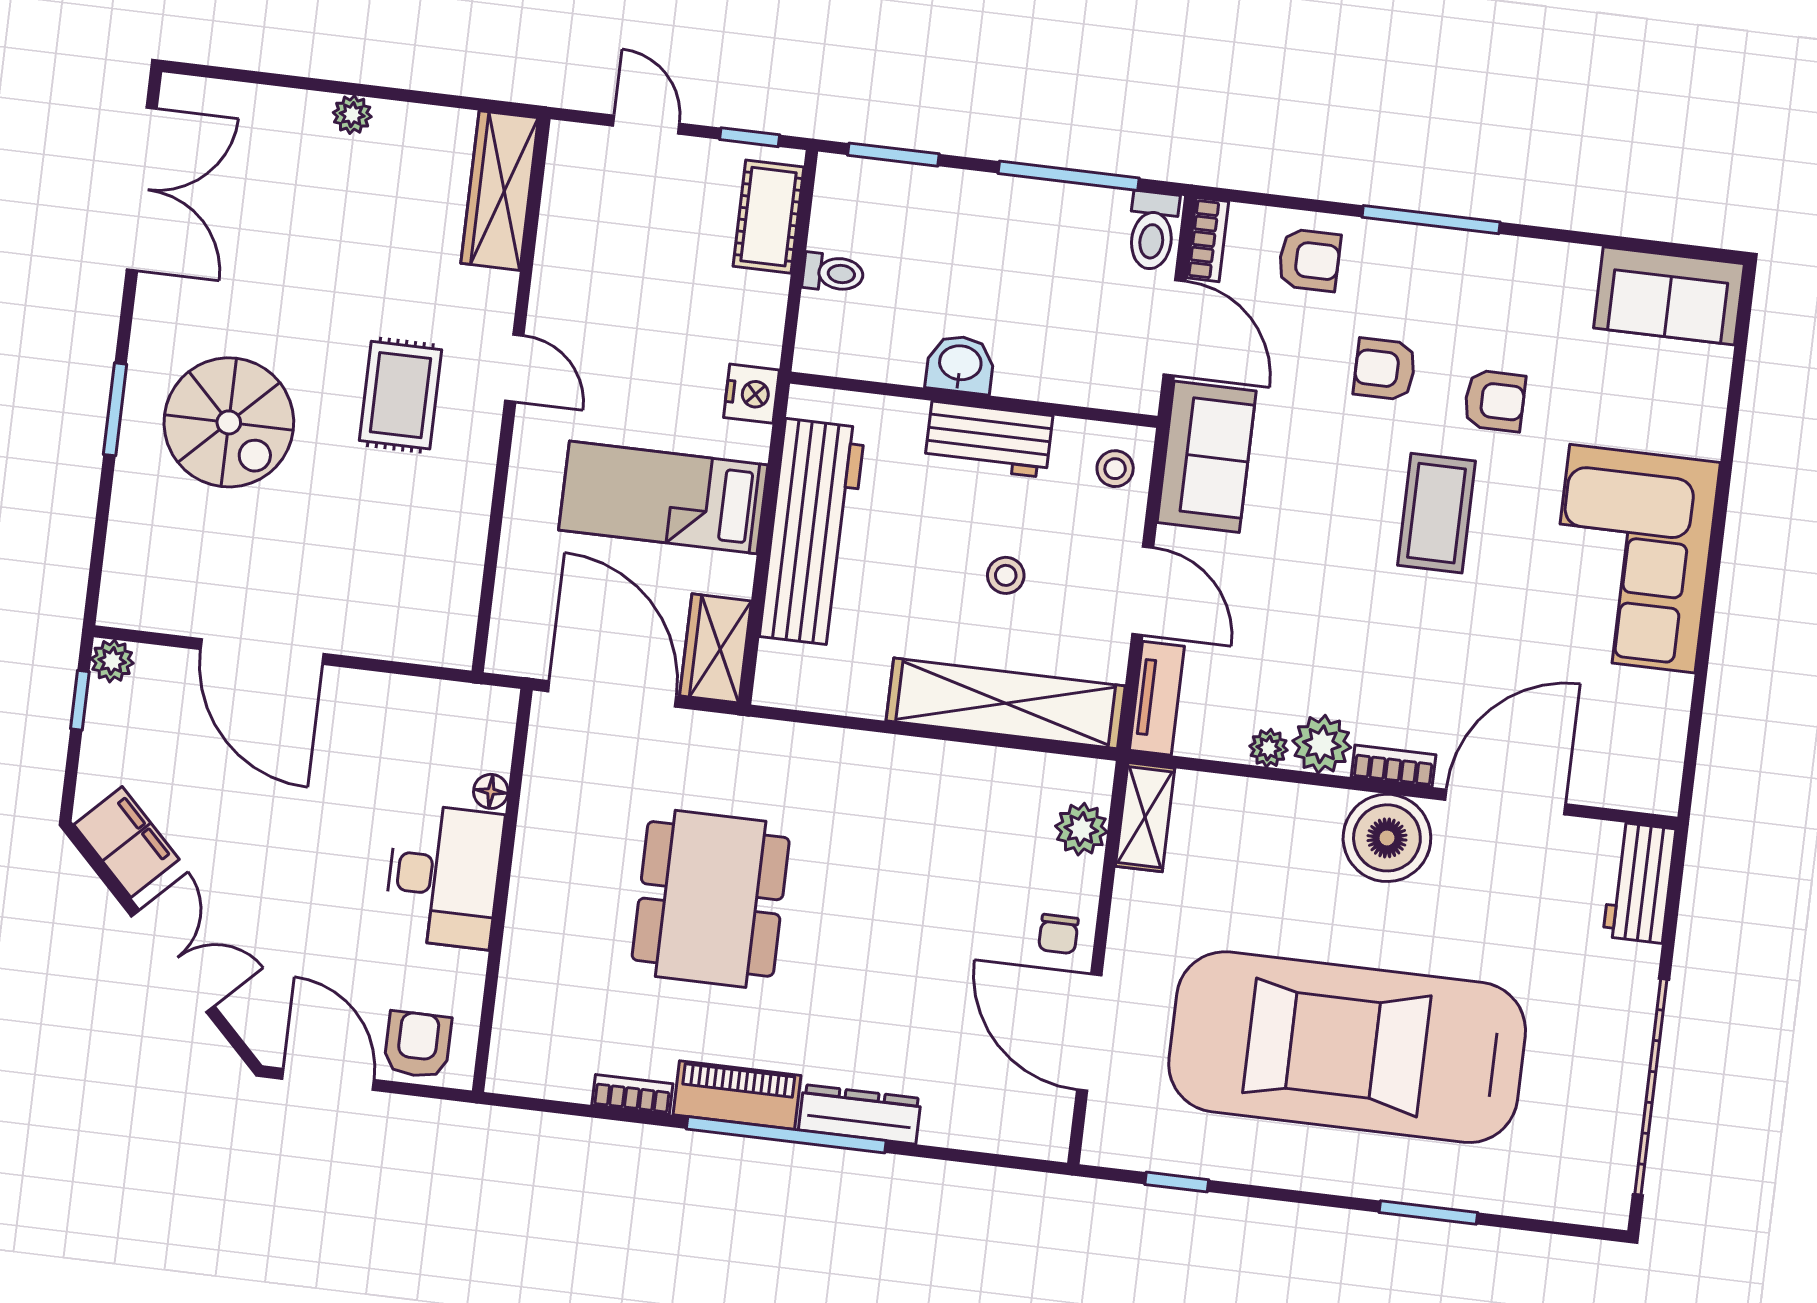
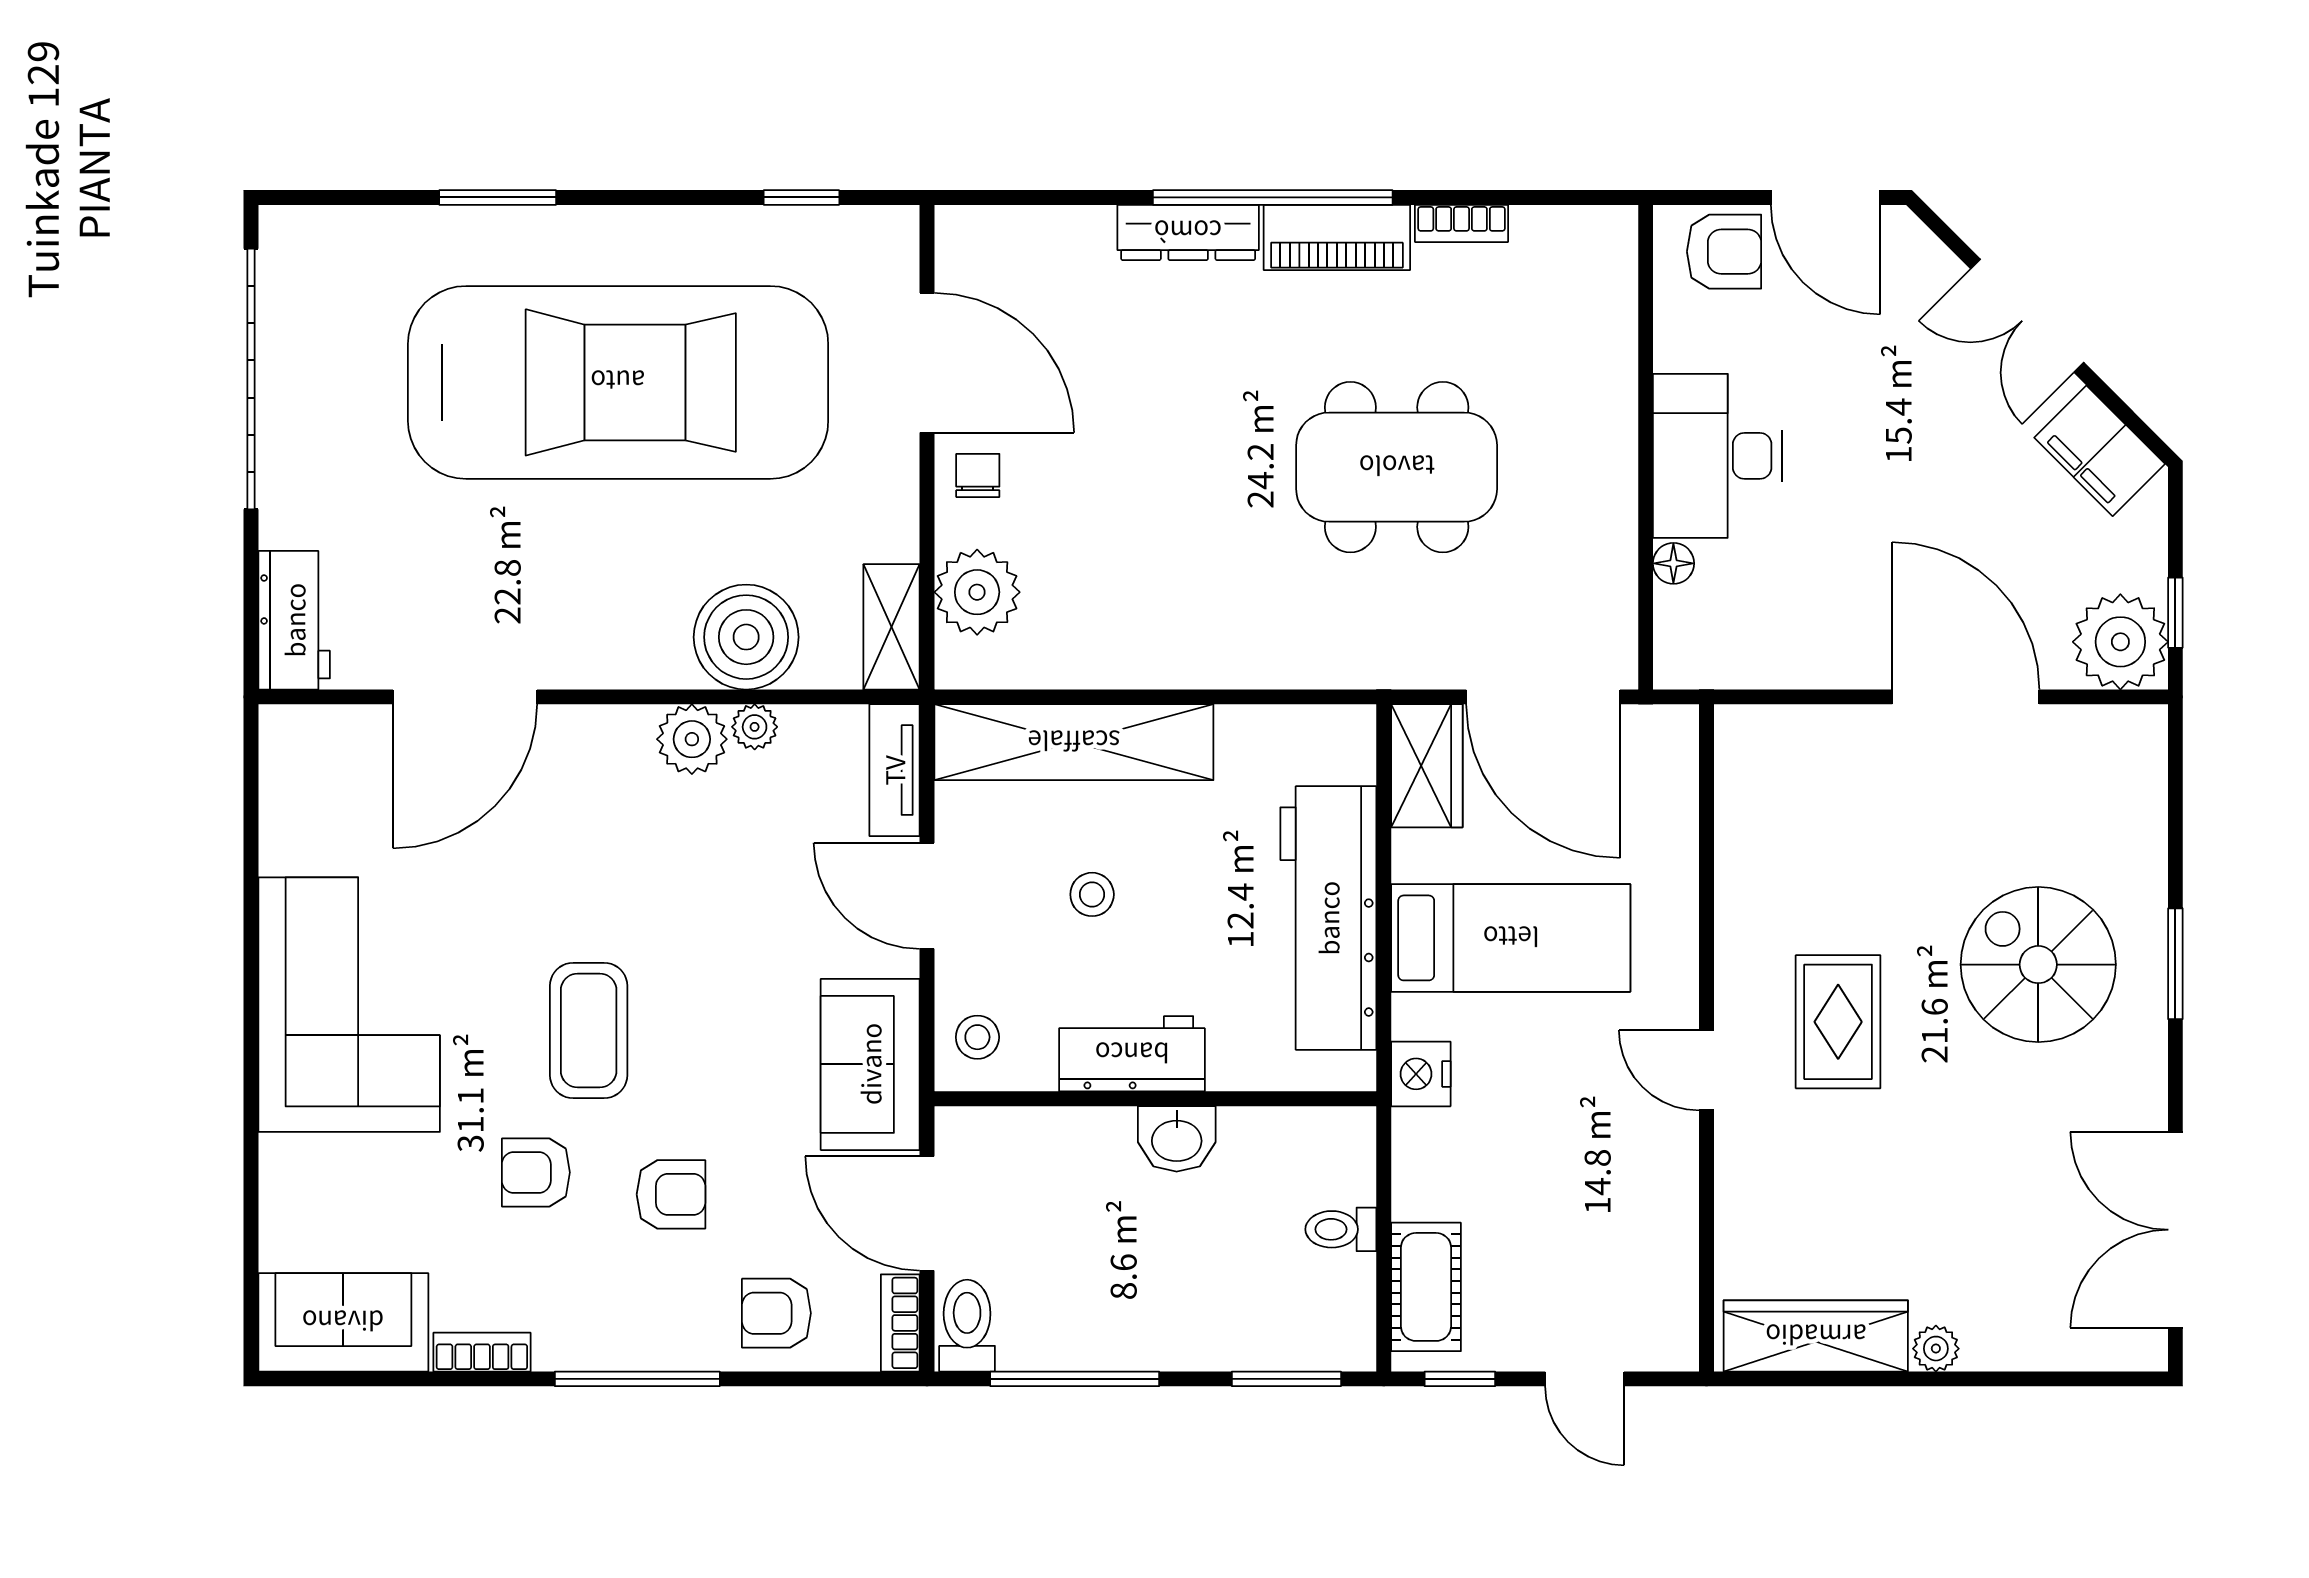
wardrobe: (500, 191) -> (1816, 1336), moved, turned -90
plant: (112, 661) -> (2120, 642), width x1.88, depth x1.88
bookcase: (1394, 766) -> (482, 1352), moved, turned 180
plant: (1081, 829) -> (977, 592), width x1.36, depth x1.36
boiler: (1387, 838) -> (746, 637), moved
dining table: (711, 899) -> (1397, 467), turned 90
armchair: (418, 1045) -> (1724, 252), turned -90

